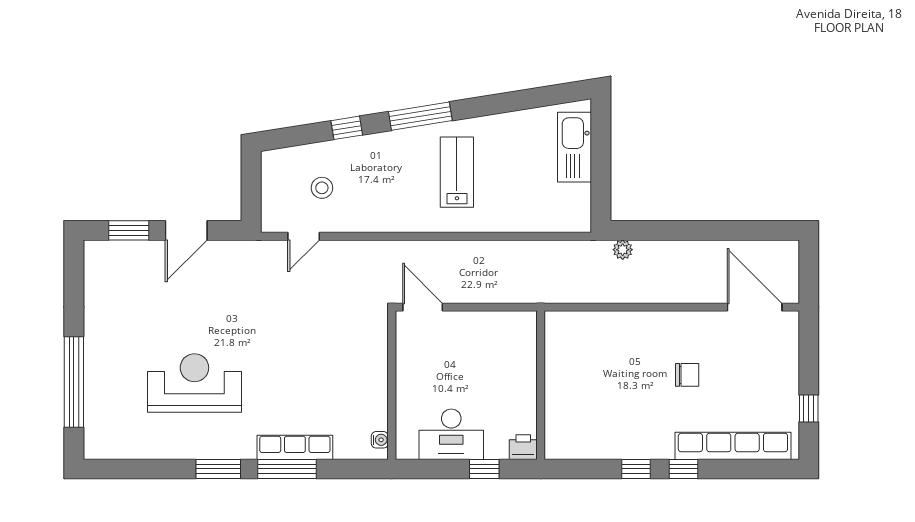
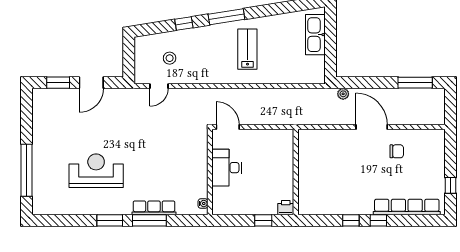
window: (747, 230) -> (415, 83), added
door: (755, 307) -> (372, 127), moved
chair: (687, 375) -> (397, 151), moved
desk: (451, 434) -> (227, 168), moved, turned 90

